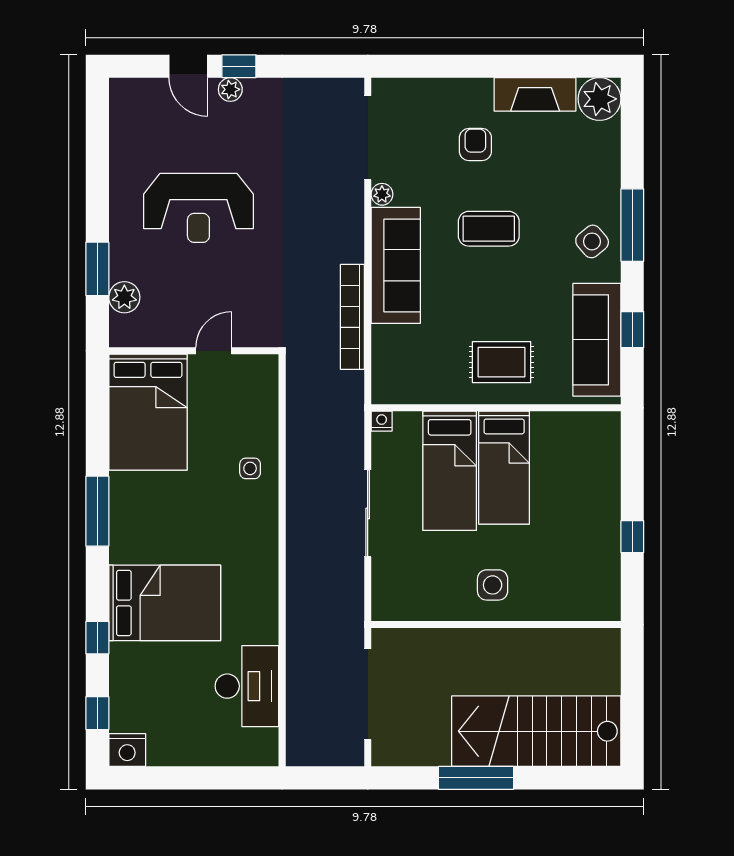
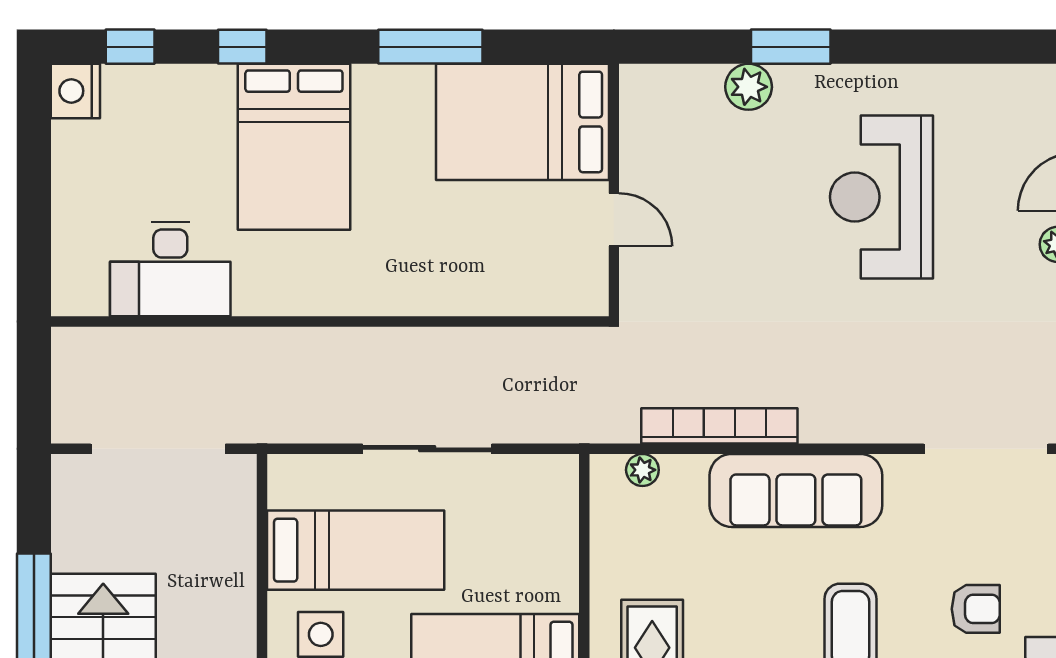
plant: (382, 194) -> (642, 470), moved
wall: (194, 351) -> (614, 190), moved
door: (214, 351) -> (614, 220), moved
bed: (148, 412) -> (523, 122), moved
nightstand: (382, 421) -> (564, 469), removed
side table: (250, 468) -> (494, 274), removed
bed: (450, 471) -> (356, 550), moved, turned 180

